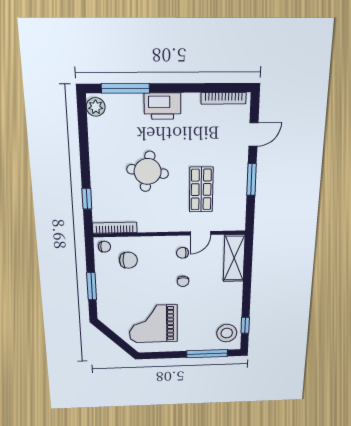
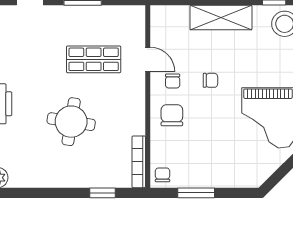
shelving: (234, 258) -> (221, 18), moved
chair: (128, 260) -> (172, 115), moved
window: (92, 286) -> (196, 193), moved

